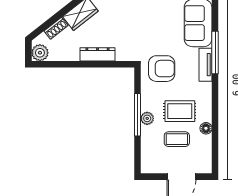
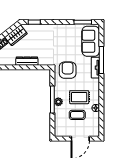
armchair: (162, 69) -> (68, 70), turned -90

